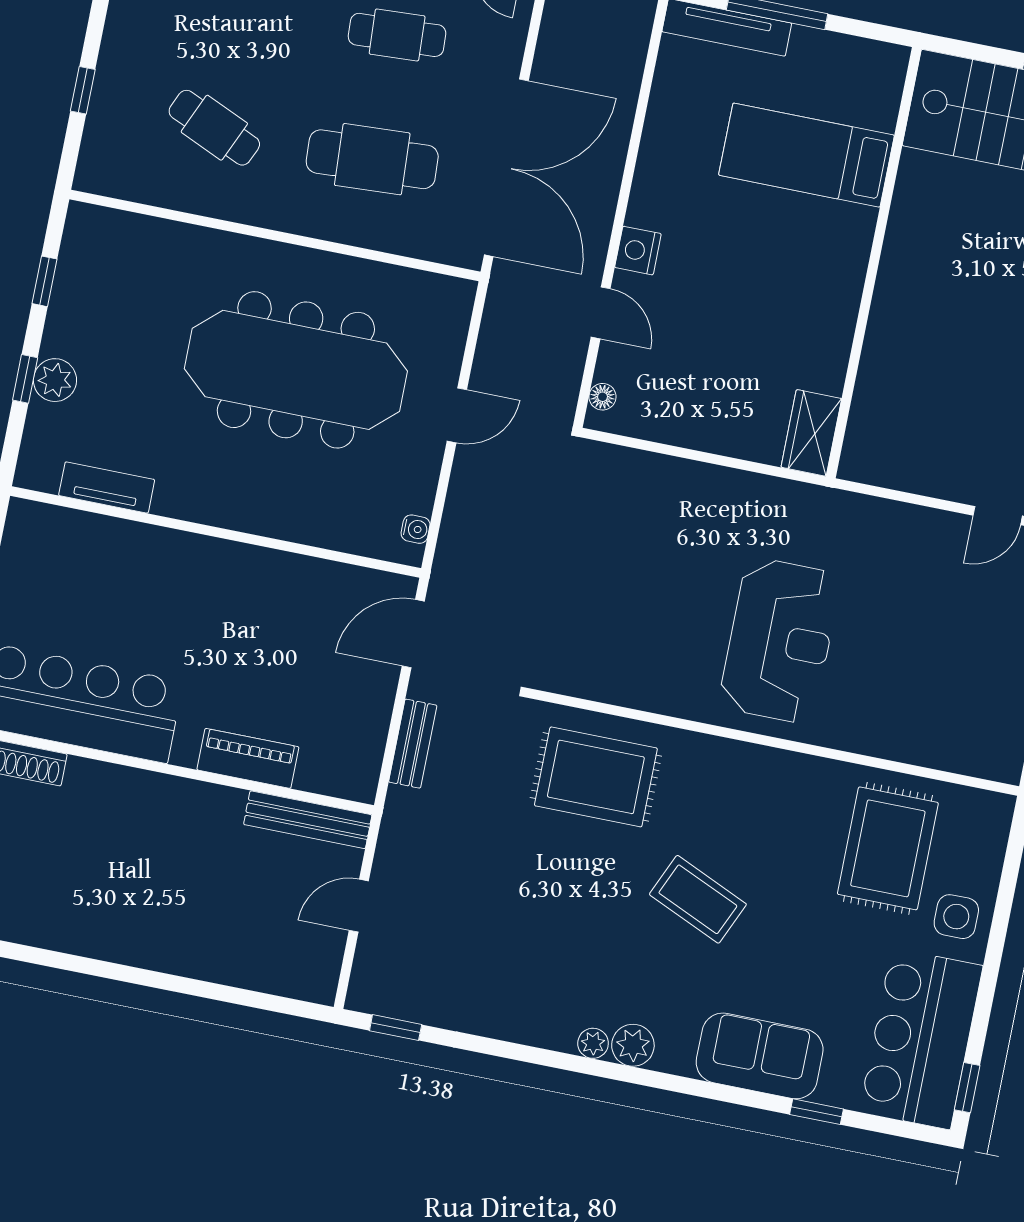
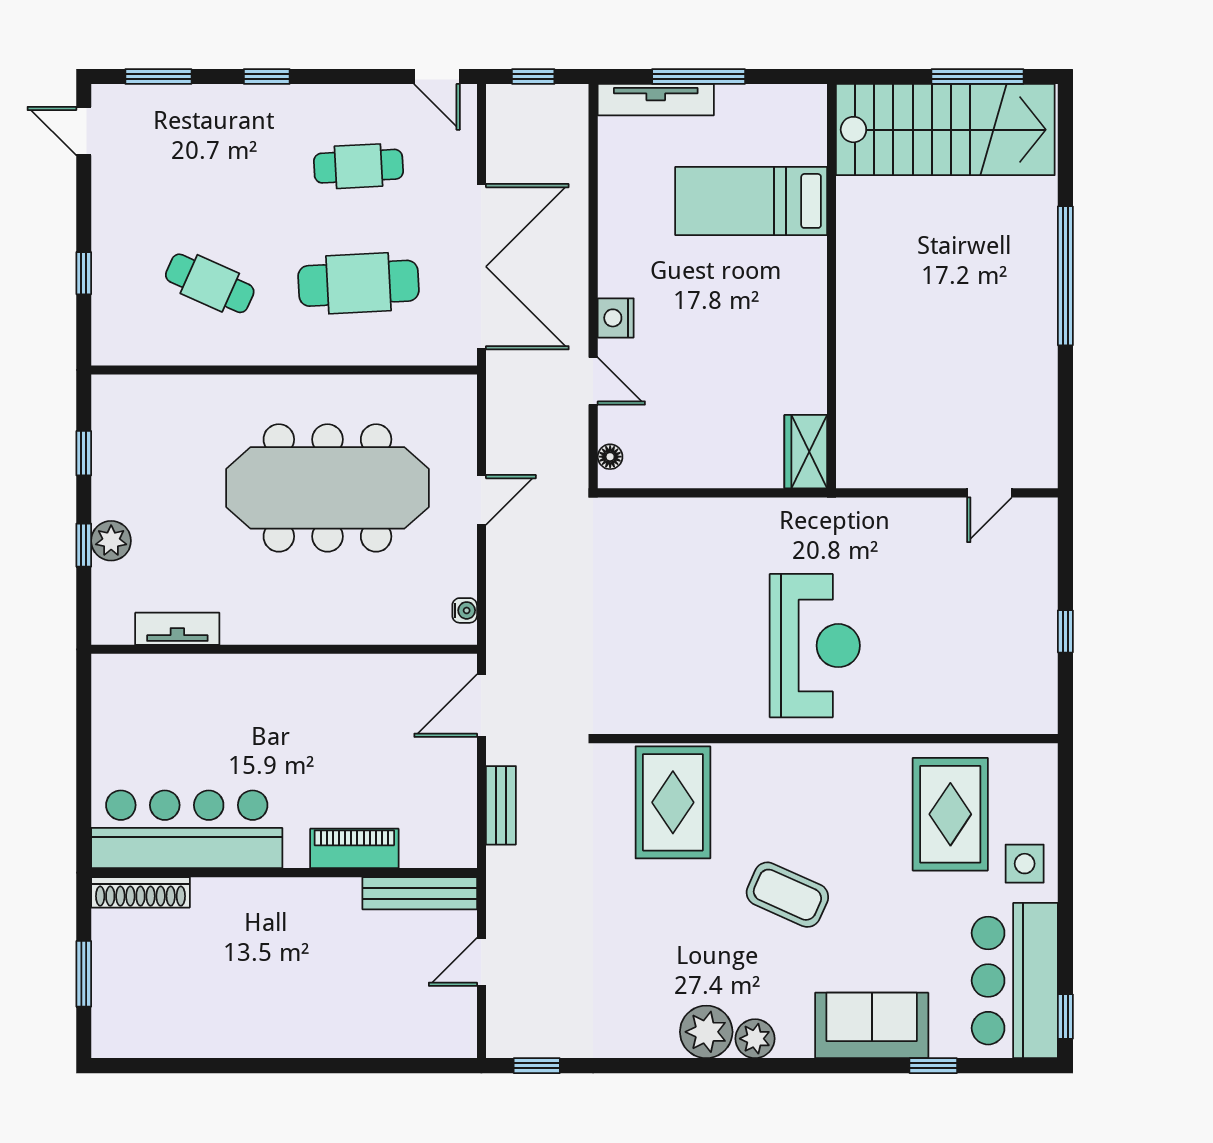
rug: (596, 777) -> (673, 802), turned 90
plant: (593, 1043) -> (706, 1032), width x1.88, depth x1.88

